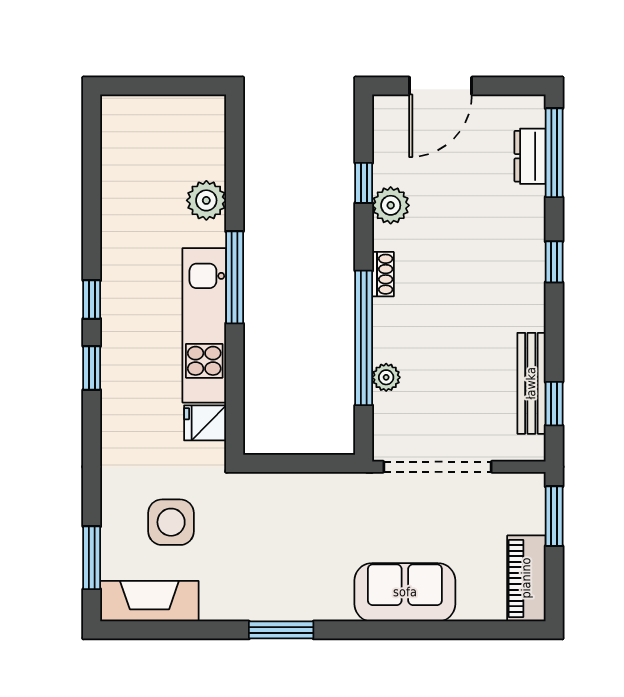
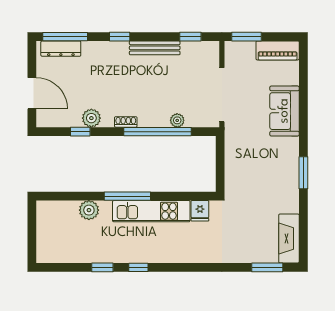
dresser: (530, 156) -> (61, 49), width x1.44
window: (92, 368) -> (102, 267), moved
bench: (531, 383) -> (155, 48), moved
side table: (171, 522) -> (249, 228), removed

